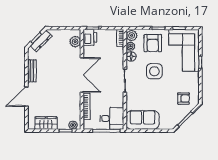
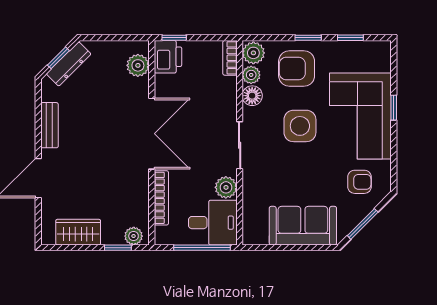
armchair: (153, 43) -> (297, 69), turned 90
corner sofa: (184, 50) -> (360, 116), moved
plant: (118, 101) -> (226, 187), added
sofa: (143, 120) -> (303, 226), moved

